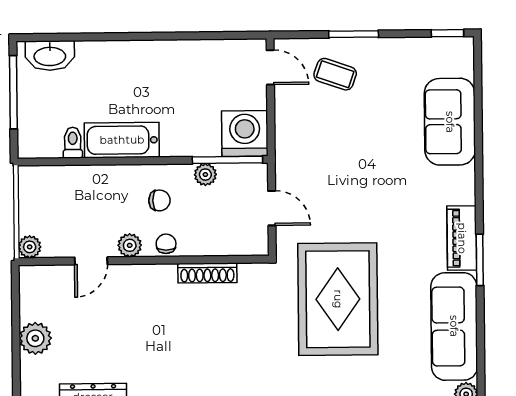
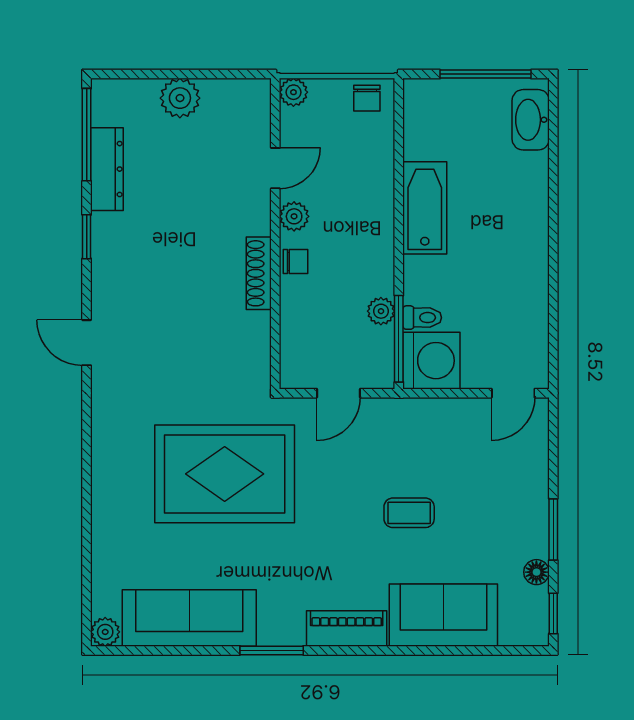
window: (354, 34) -> (553, 529), moved
floor lamp: (414, 47) -> (536, 572), added
coffee table: (335, 74) -> (409, 513), moved, turned 71
toilet: (73, 143) -> (422, 318), moved
chair: (159, 200) -> (367, 98), moved
piano: (462, 238) -> (347, 628), moved
door: (91, 261) -> (275, 168), swing flipped
shoe rack: (207, 273) -> (259, 273), moved

